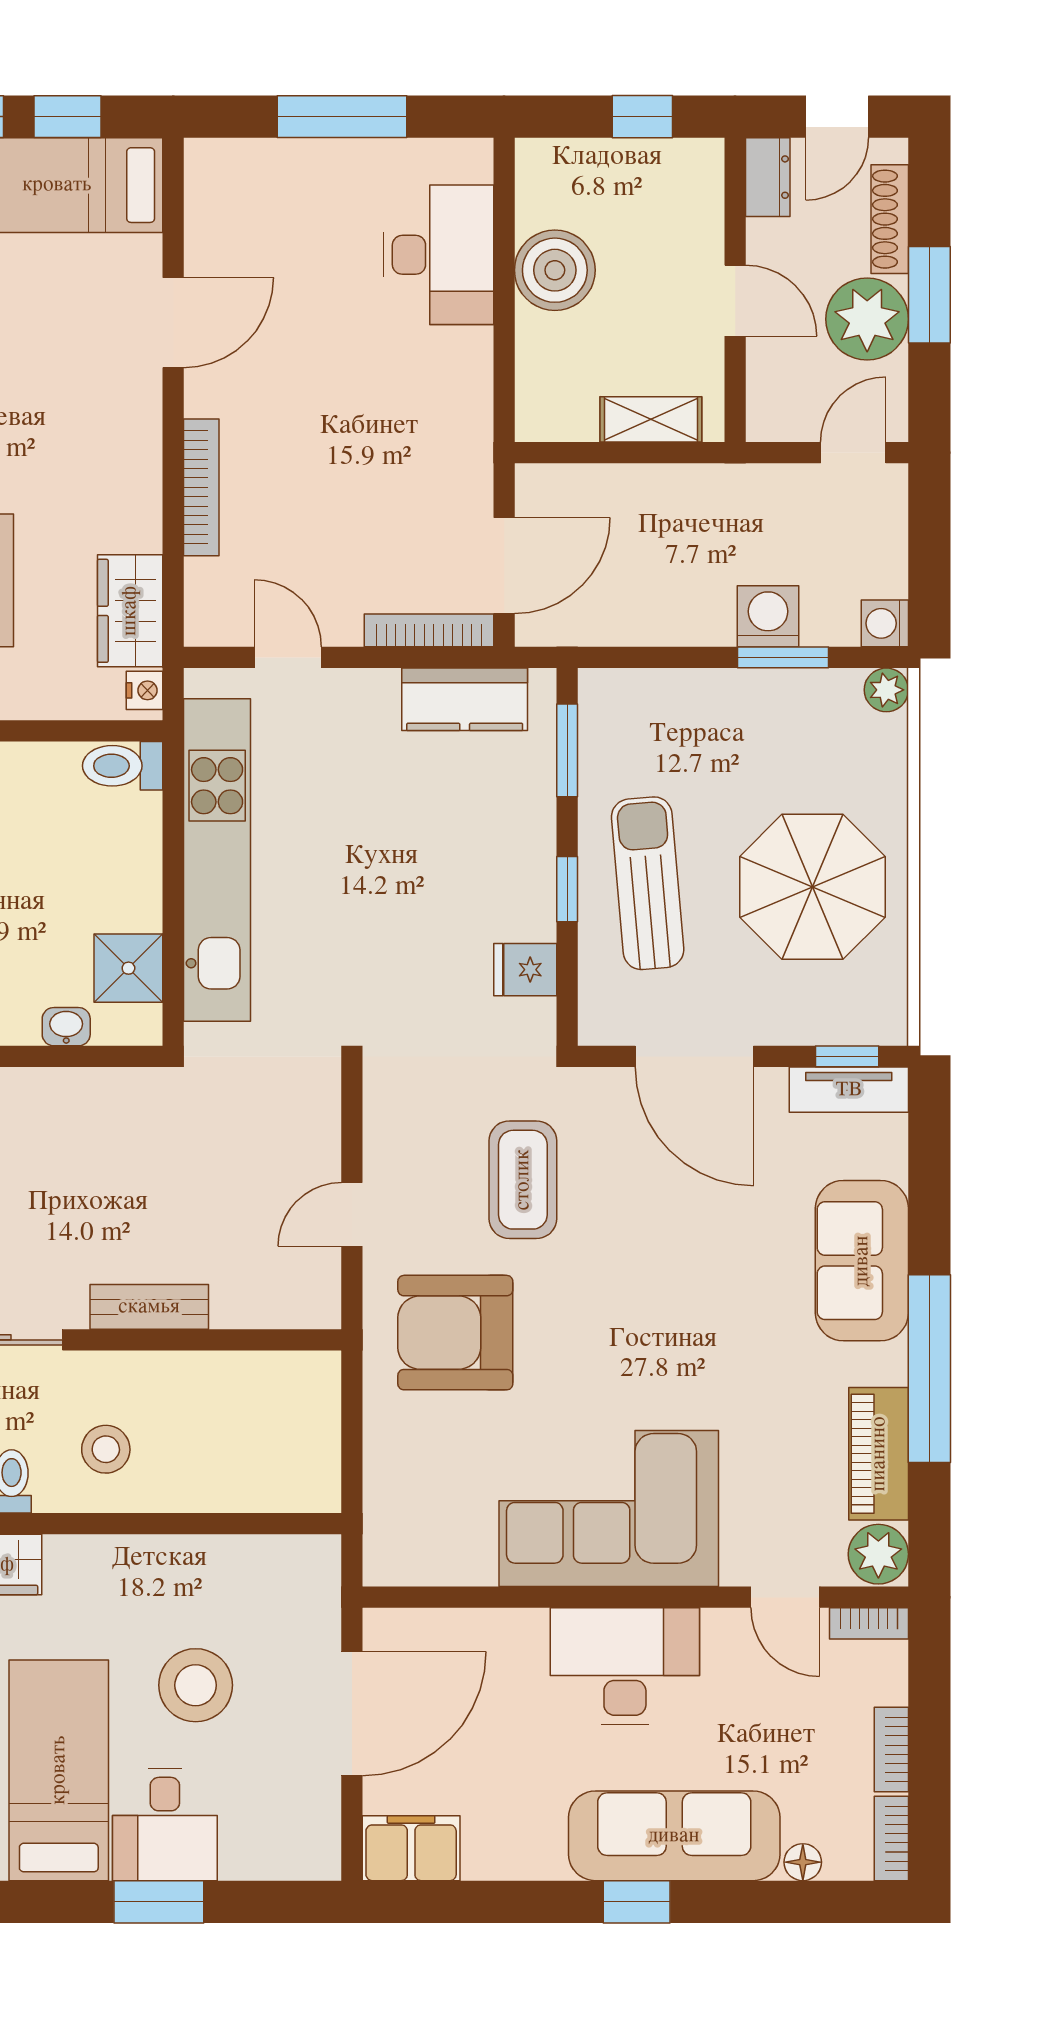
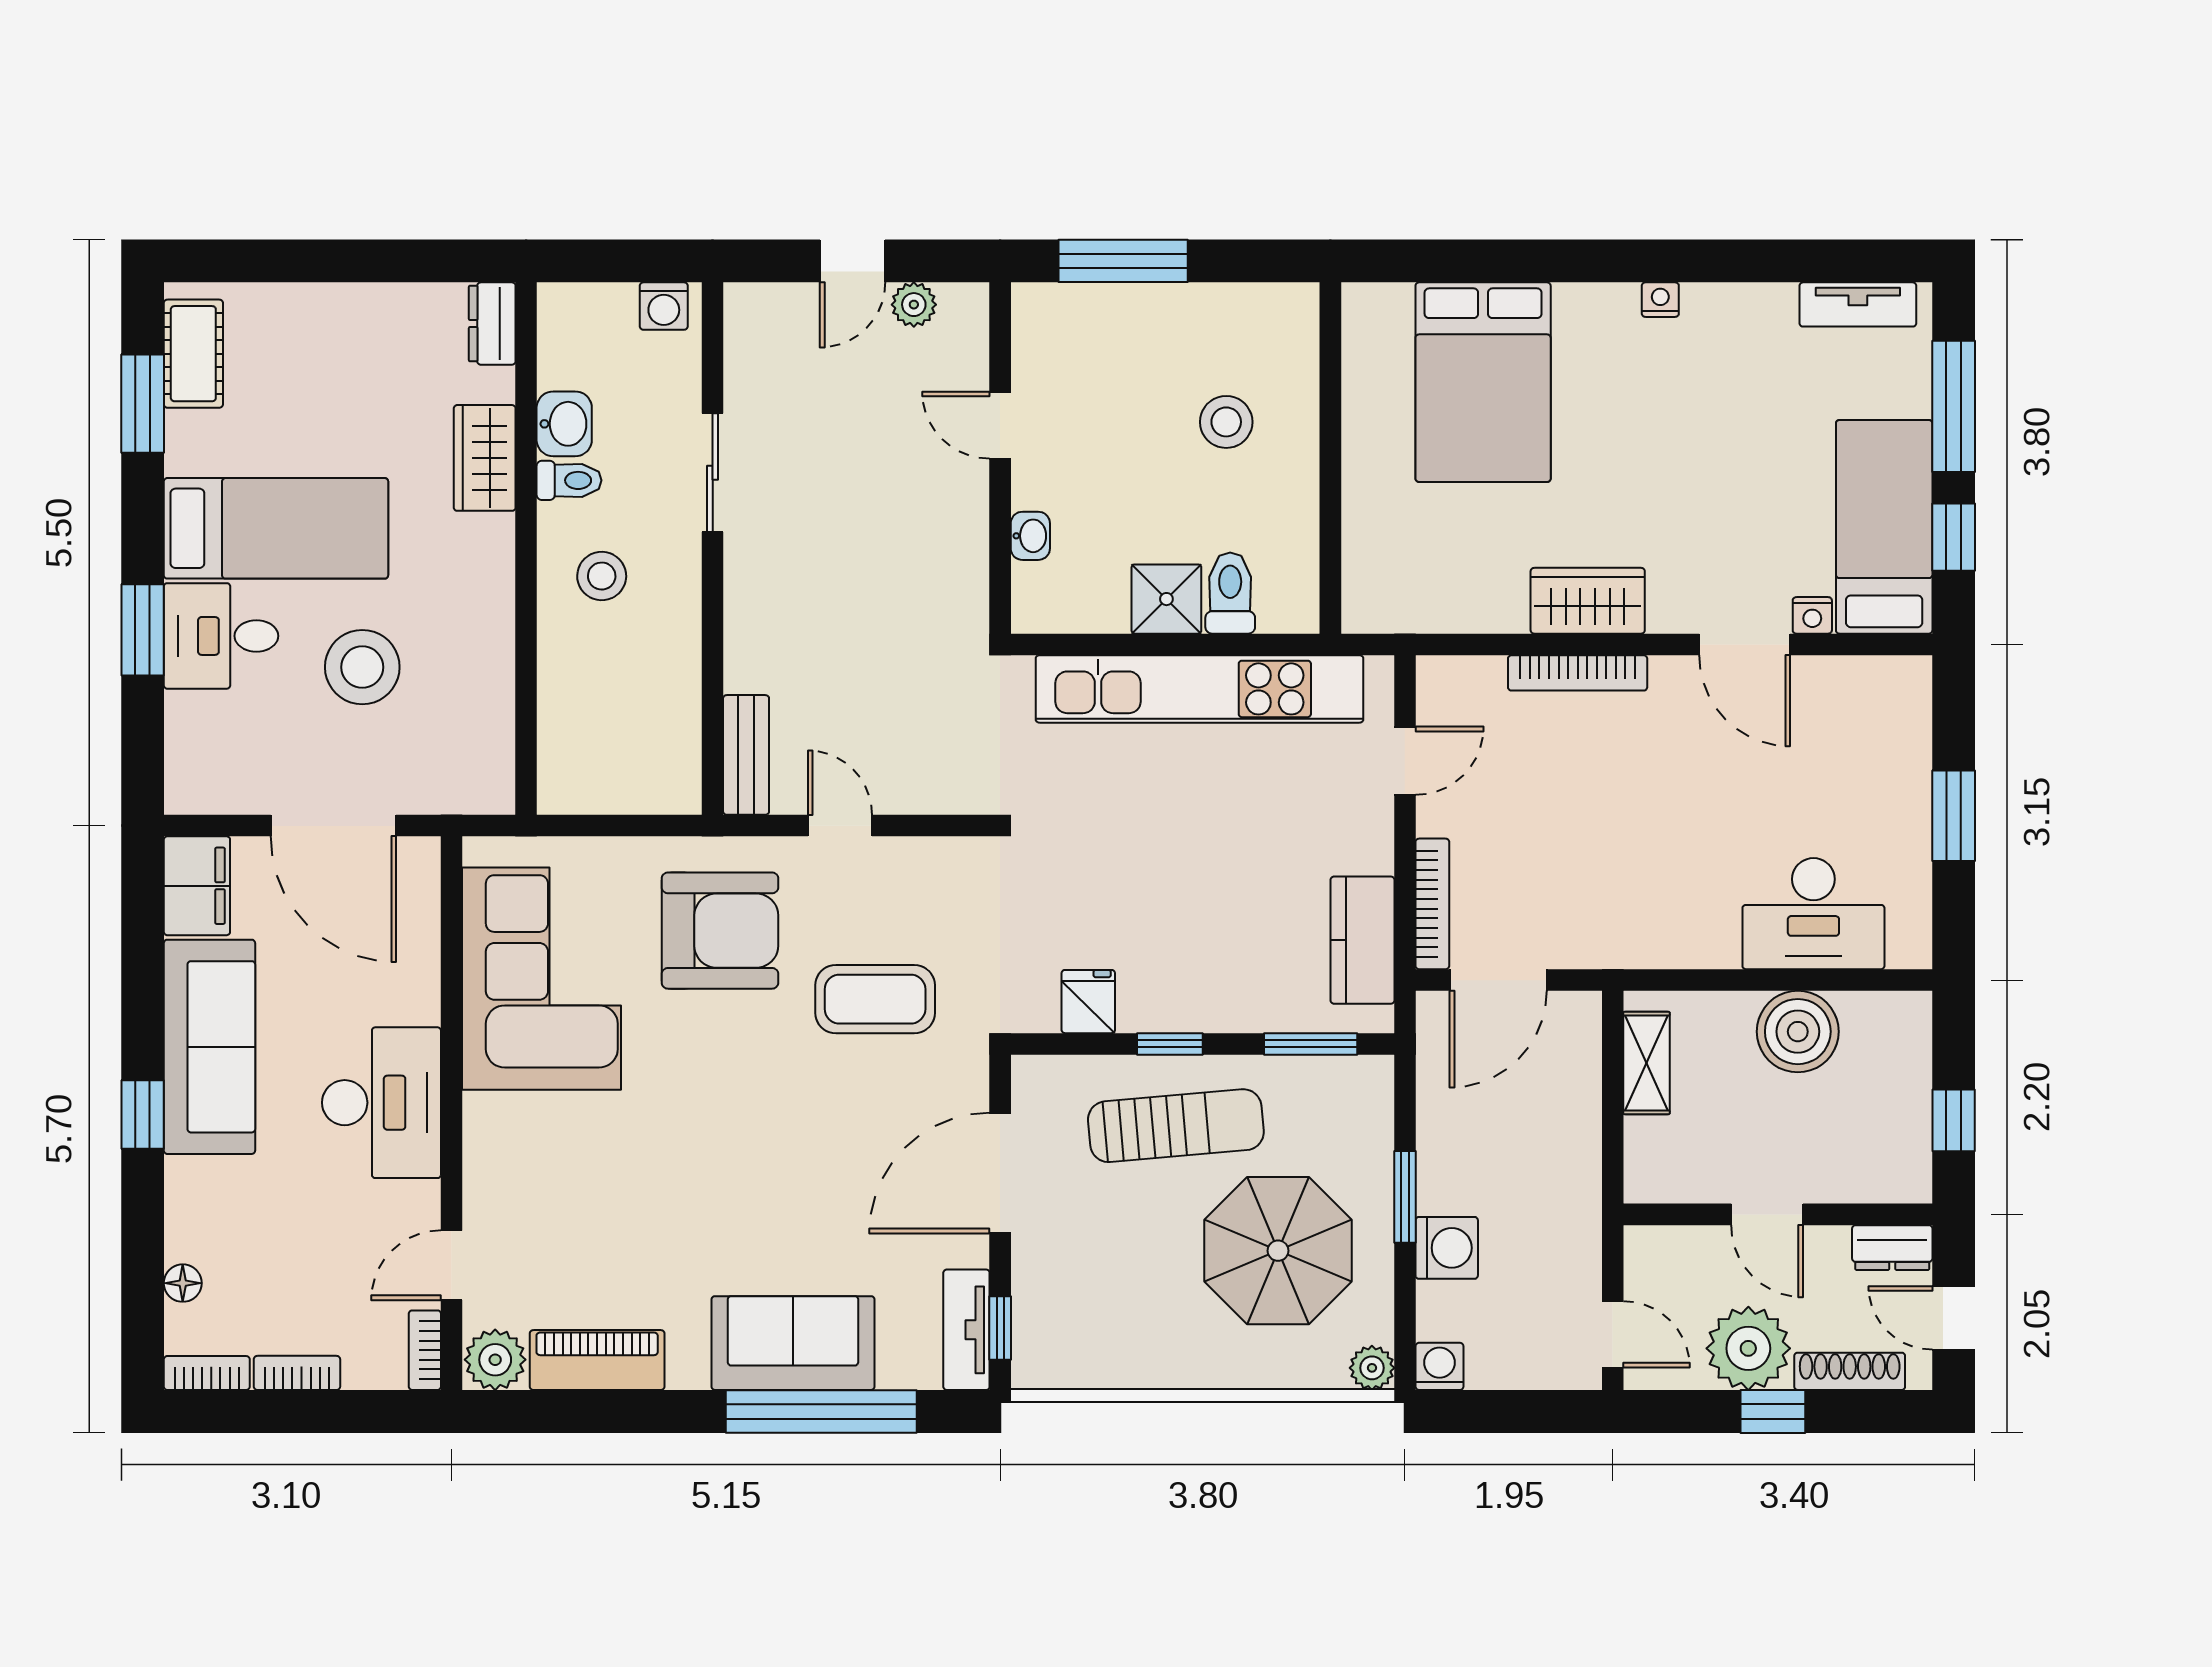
window: (342, 117) -> (1954, 816), width x0.69
window: (929, 295) -> (1773, 1411), width x0.67
door: (735, 301) -> (1767, 1214), hinge flipped
shelving: (651, 419) -> (1646, 1063), moved
door: (504, 566) -> (1498, 980), hinge flipped
wardrobe: (130, 611) -> (1588, 601), moved
window: (783, 657) -> (1405, 1197), moved
nightstand: (145, 690) -> (1812, 615), moved
toilet: (123, 766) -> (1230, 593), moved
parasol: (812, 887) -> (1278, 1251), moved
shower: (128, 968) -> (1166, 599), moved
bench: (149, 1307) -> (746, 755), moved
armchair: (455, 1333) -> (720, 931), turned 90
window: (929, 1369) -> (821, 1411), moved
corner sofa: (609, 1509) -> (542, 979), moved
sofa: (674, 1836) -> (209, 1047), moved

